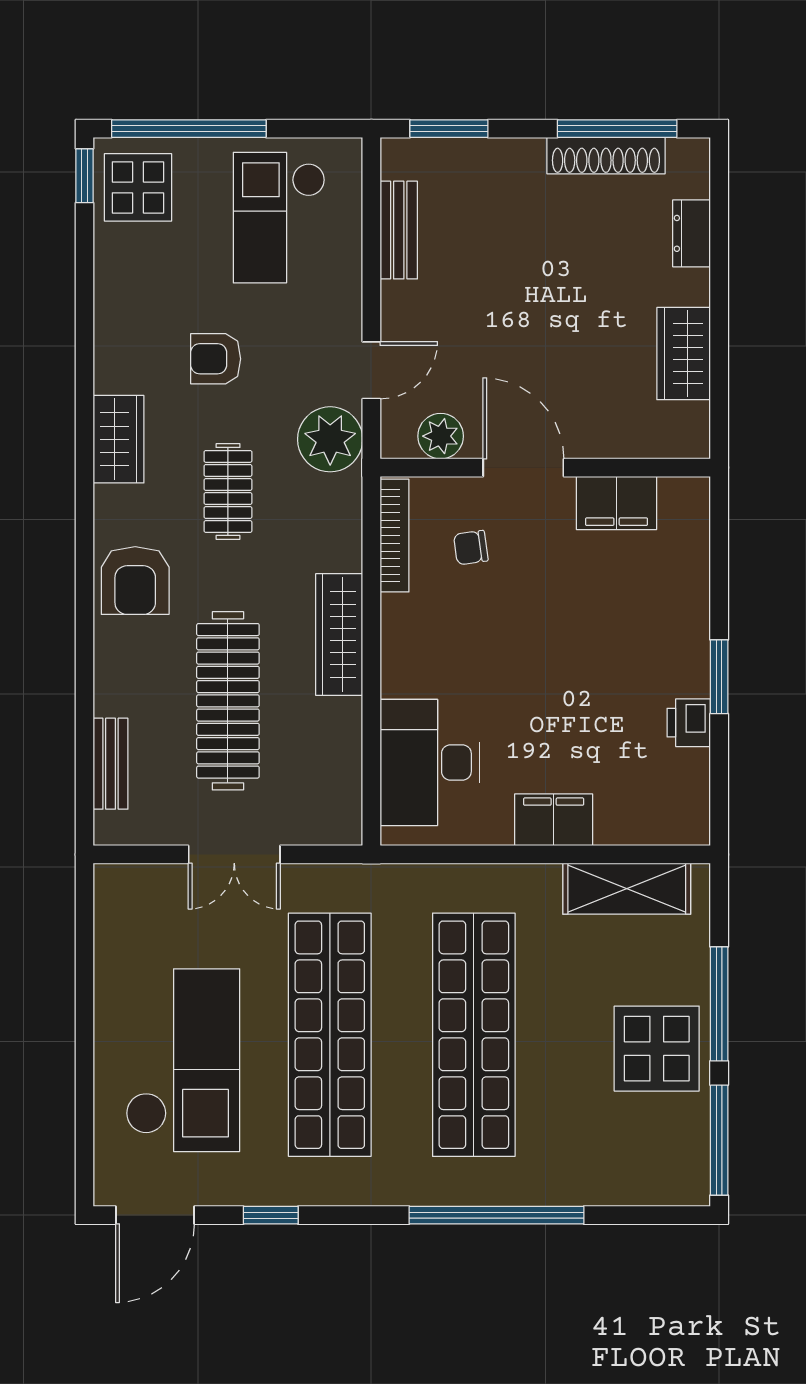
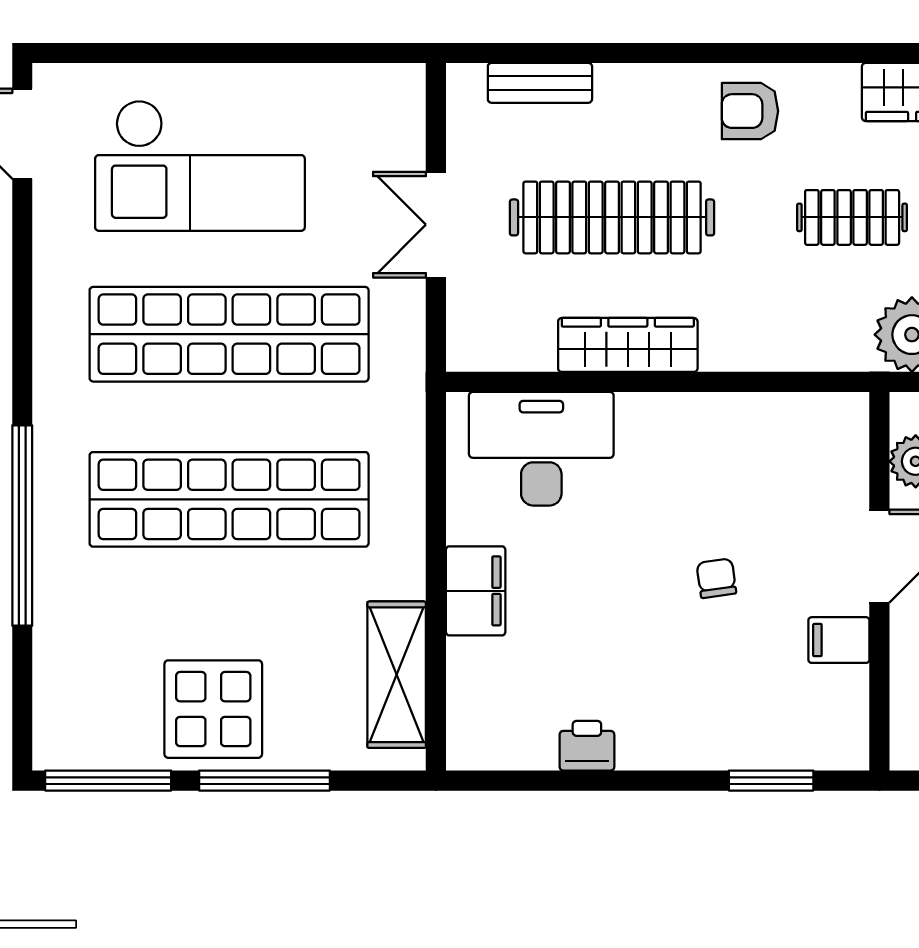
filing cabinet: (617, 503) -> (839, 640), width x0.50
bookcase: (395, 536) -> (801, 408), removed
chair: (471, 548) -> (716, 578), moved
armchair: (135, 581) -> (750, 111), width x0.72, depth x0.72
wardrobe: (339, 635) -> (628, 345), moved
window: (719, 677) -> (771, 781), moved
window: (271, 1215) -> (22, 266), removed

